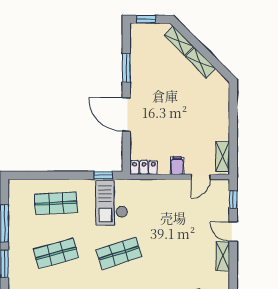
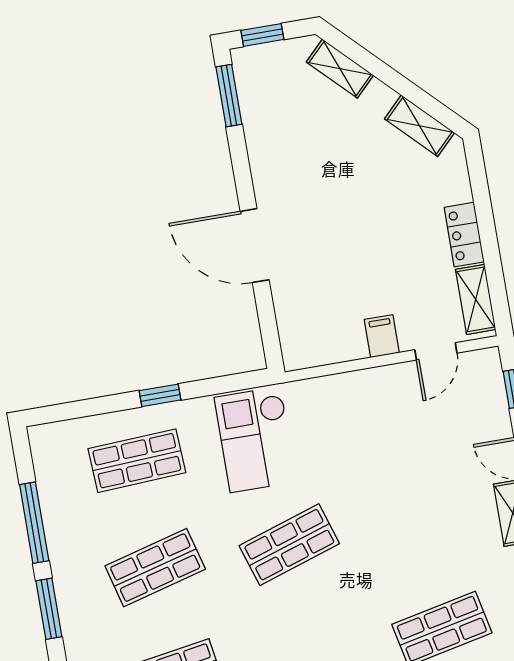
shelving: (200, 63) -> (420, 126), moved
window: (126, 68) -> (229, 96), moved
locker: (144, 168) -> (464, 235), moved, turned -90
window: (103, 175) -> (160, 395), moved

